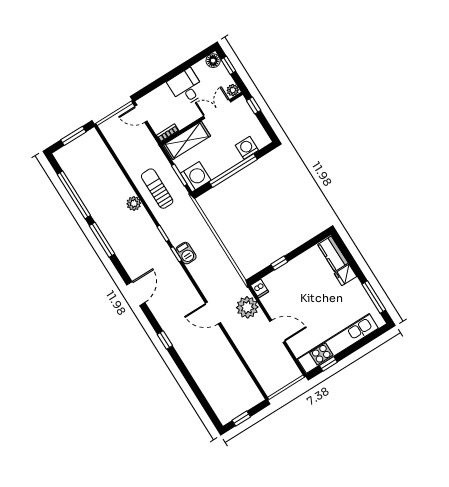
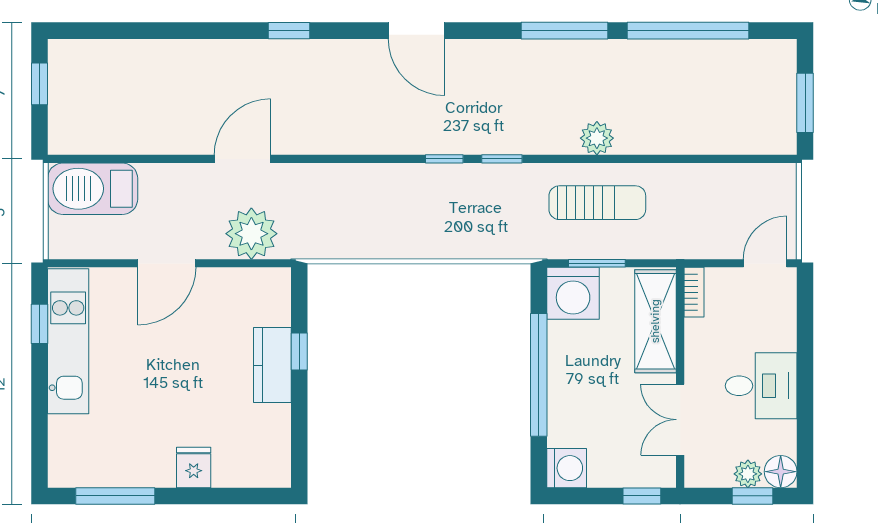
plant: (233, 90) -> (748, 474), moved
double door: (217, 109) -> (680, 420), swing flipped
washing machine: (247, 148) -> (567, 468), moved
barbecue: (186, 253) -> (93, 189), moved, width x1.88, depth x1.53
kitchen counter: (333, 254) -> (272, 365), moved, turned -90
dishwasher: (260, 289) -> (273, 281), removed
door: (213, 313) -> (242, 159), moved
kitchen unit: (338, 343) -> (68, 341), width x0.73

